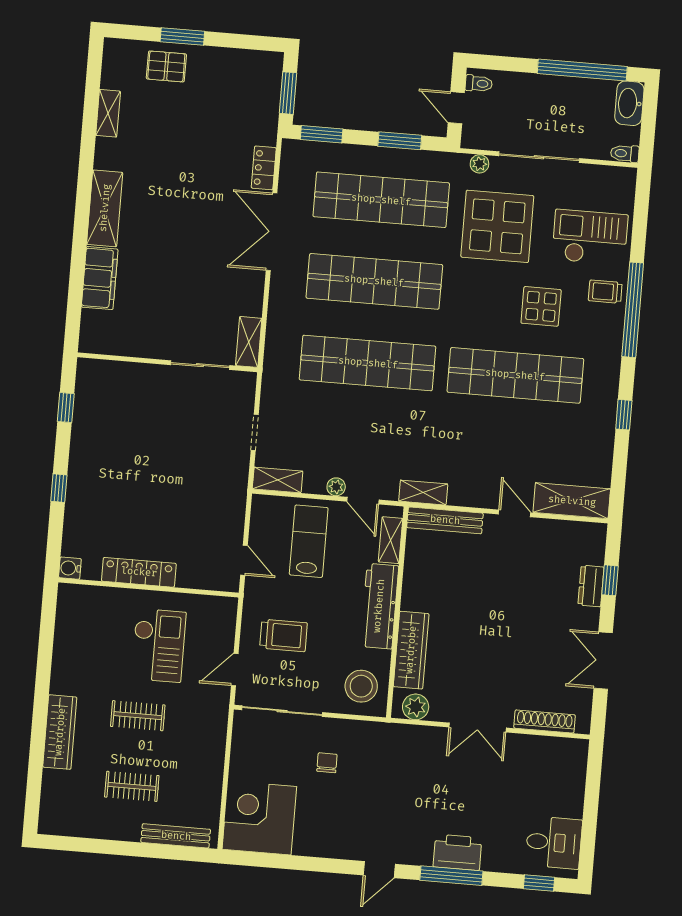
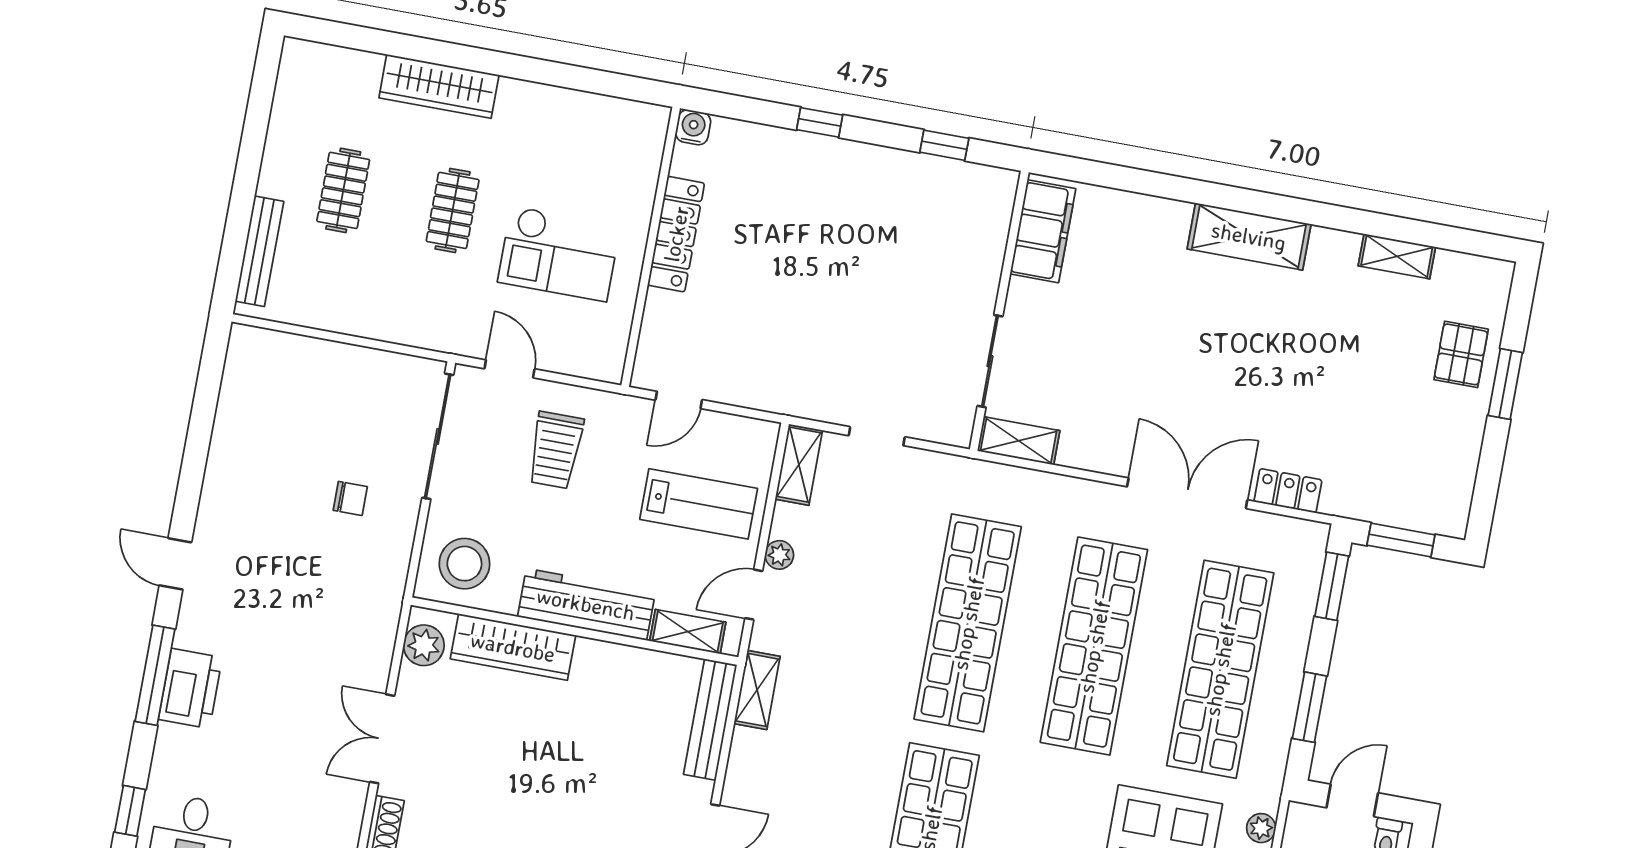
filing cabinet: (100, 278) -> (1043, 231), moved, turned -90
corner desk: (259, 818) -> (275, 384), removed

